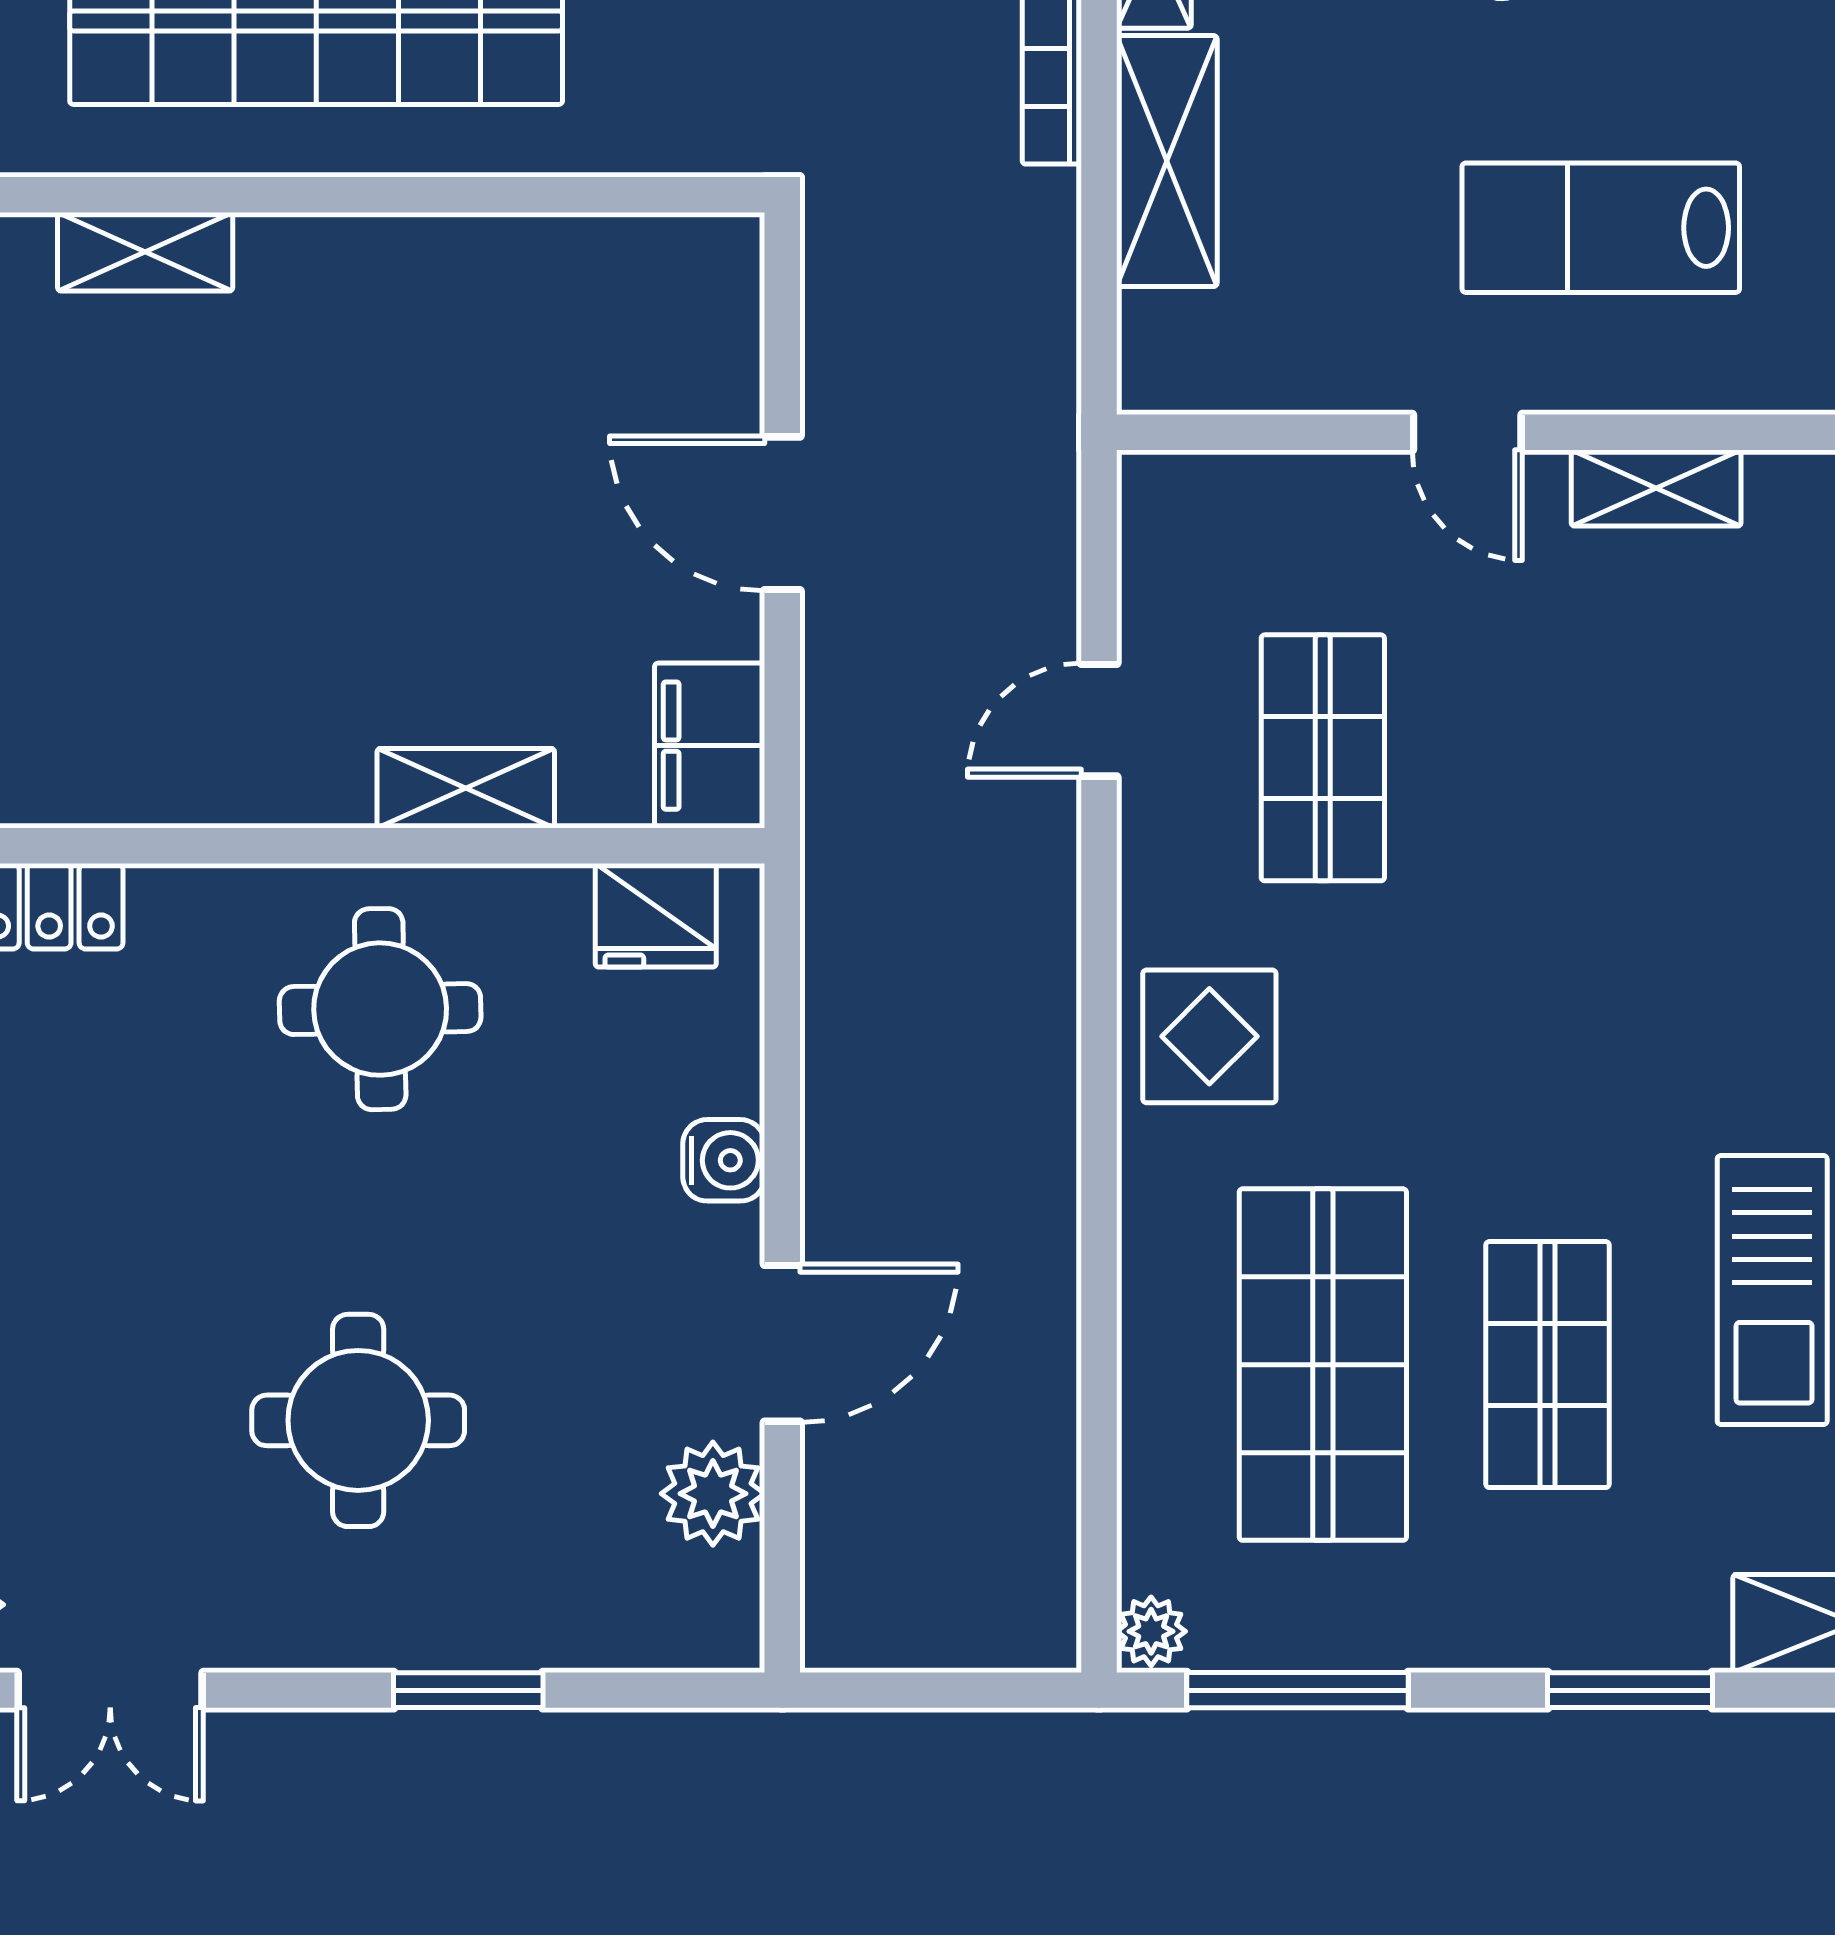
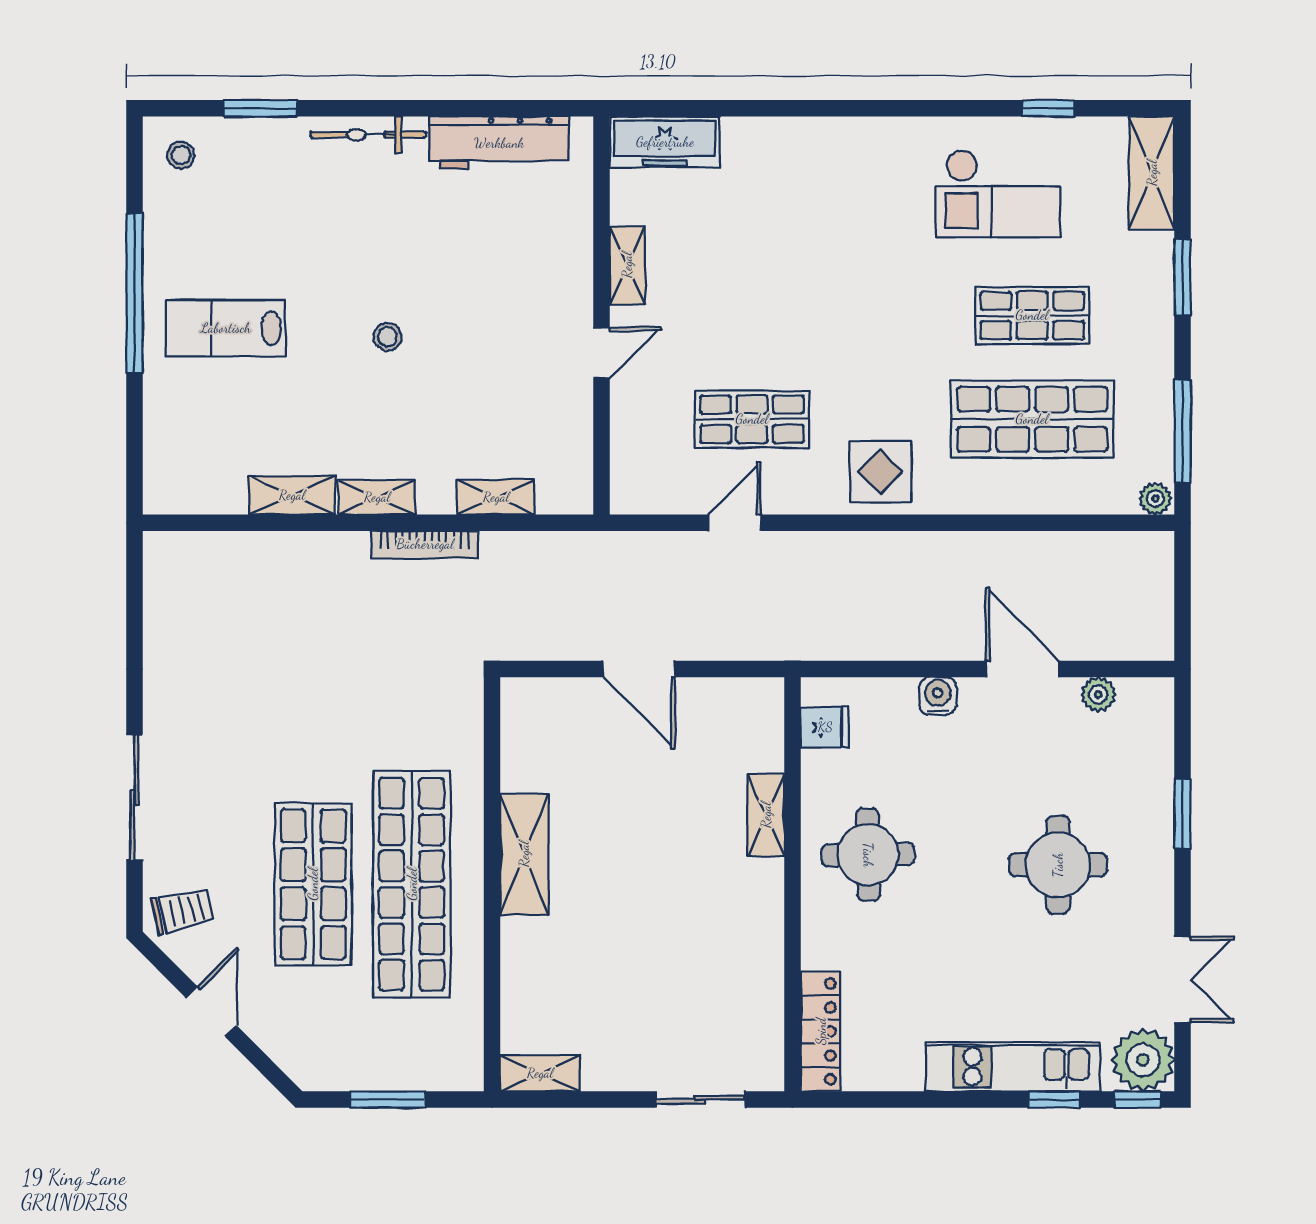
shelving: (1167, 161) -> (496, 497), width x0.67, depth x0.75
lab bench: (1601, 228) -> (507, 291), removed
shelving: (145, 252) -> (524, 854), moved, width x1.50, depth x1.33
door: (782, 513) -> (639, 669), hinge flipped
door: (1099, 720) -> (735, 523), swing flipped
filing cabinet: (710, 746) -> (746, 702), removed
fridge: (656, 915) -> (825, 727), width x0.72
plant: (713, 1494) -> (1098, 694), width x0.73, depth x0.73

